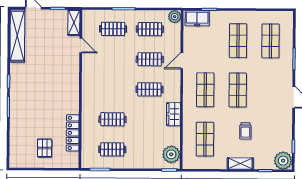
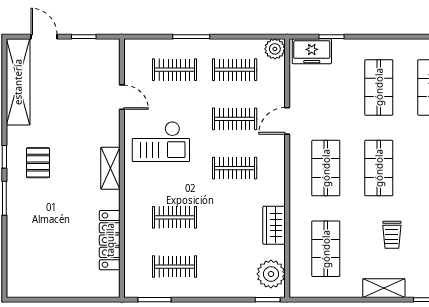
shelving: (74, 23) -> (110, 168), moved
checkout: (104, 73) -> (161, 142), added
wardrobe: (173, 114) -> (274, 225), moved
pallet: (45, 148) -> (38, 163), moved

